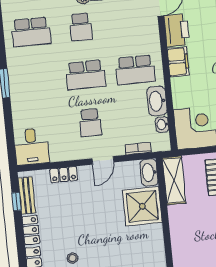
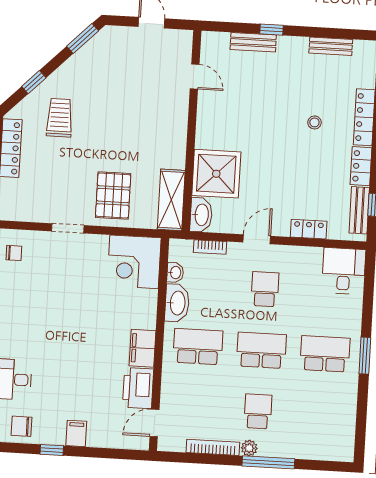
school desk: (31, 32) -> (325, 354), moved

